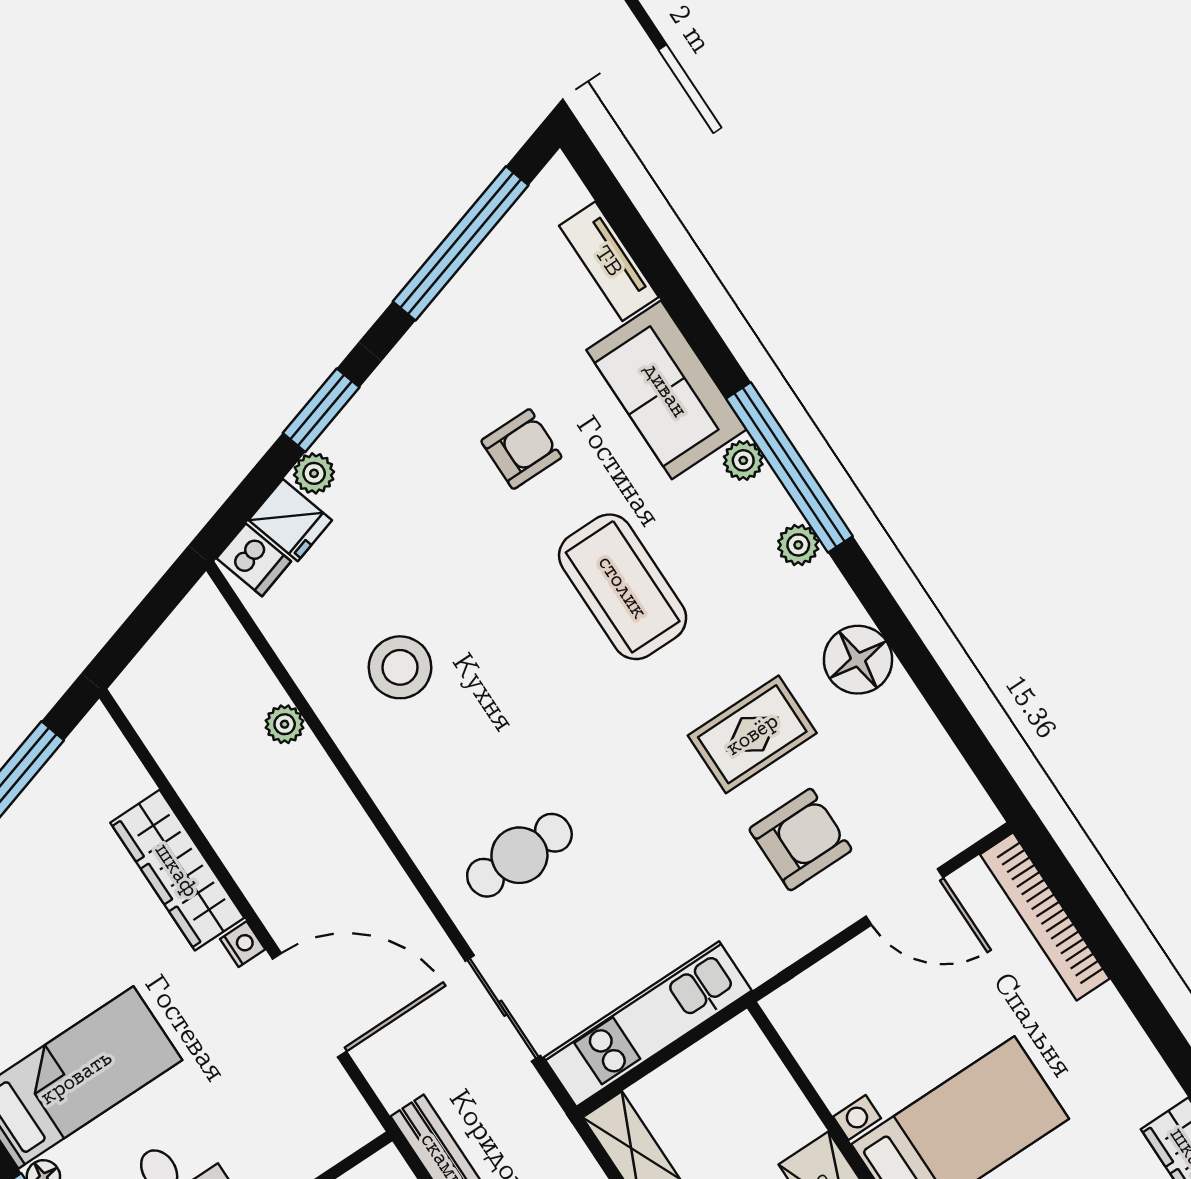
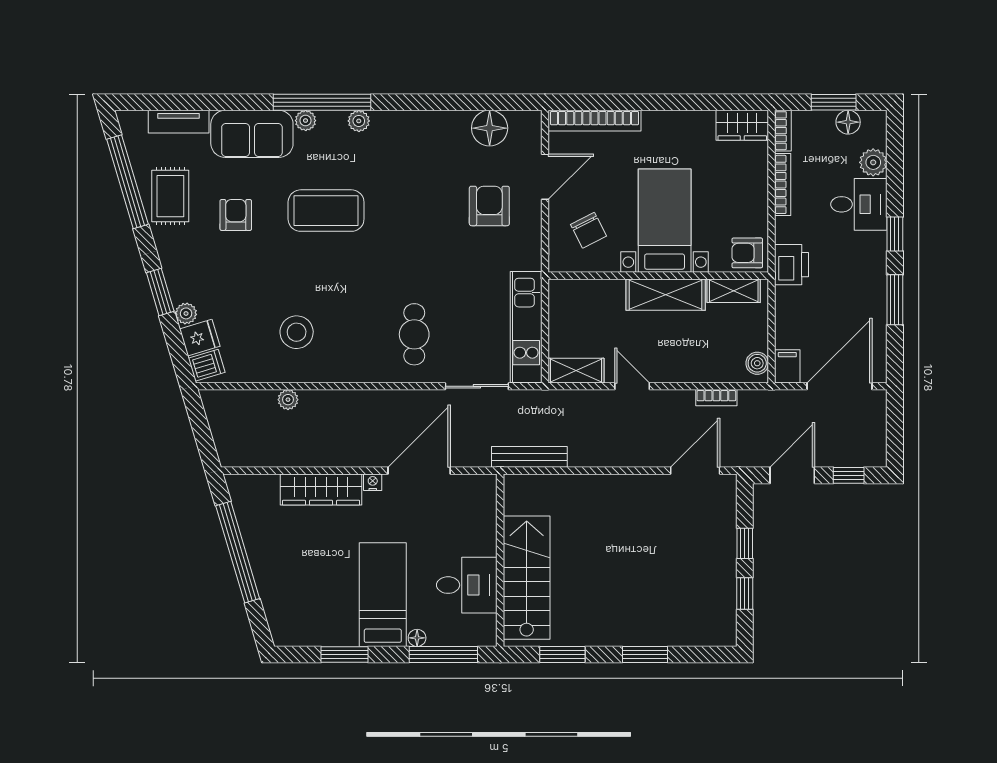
floor lamp: (858, 660) -> (490, 128), moved
rug: (752, 734) -> (170, 196), moved
chair: (866, 1022) -> (588, 230), added

